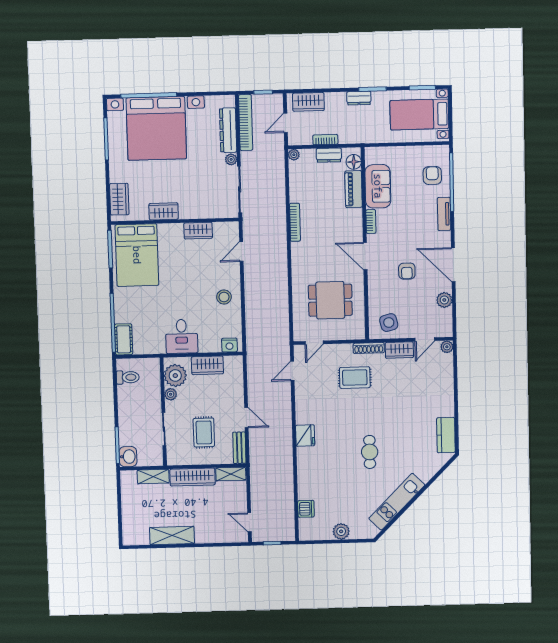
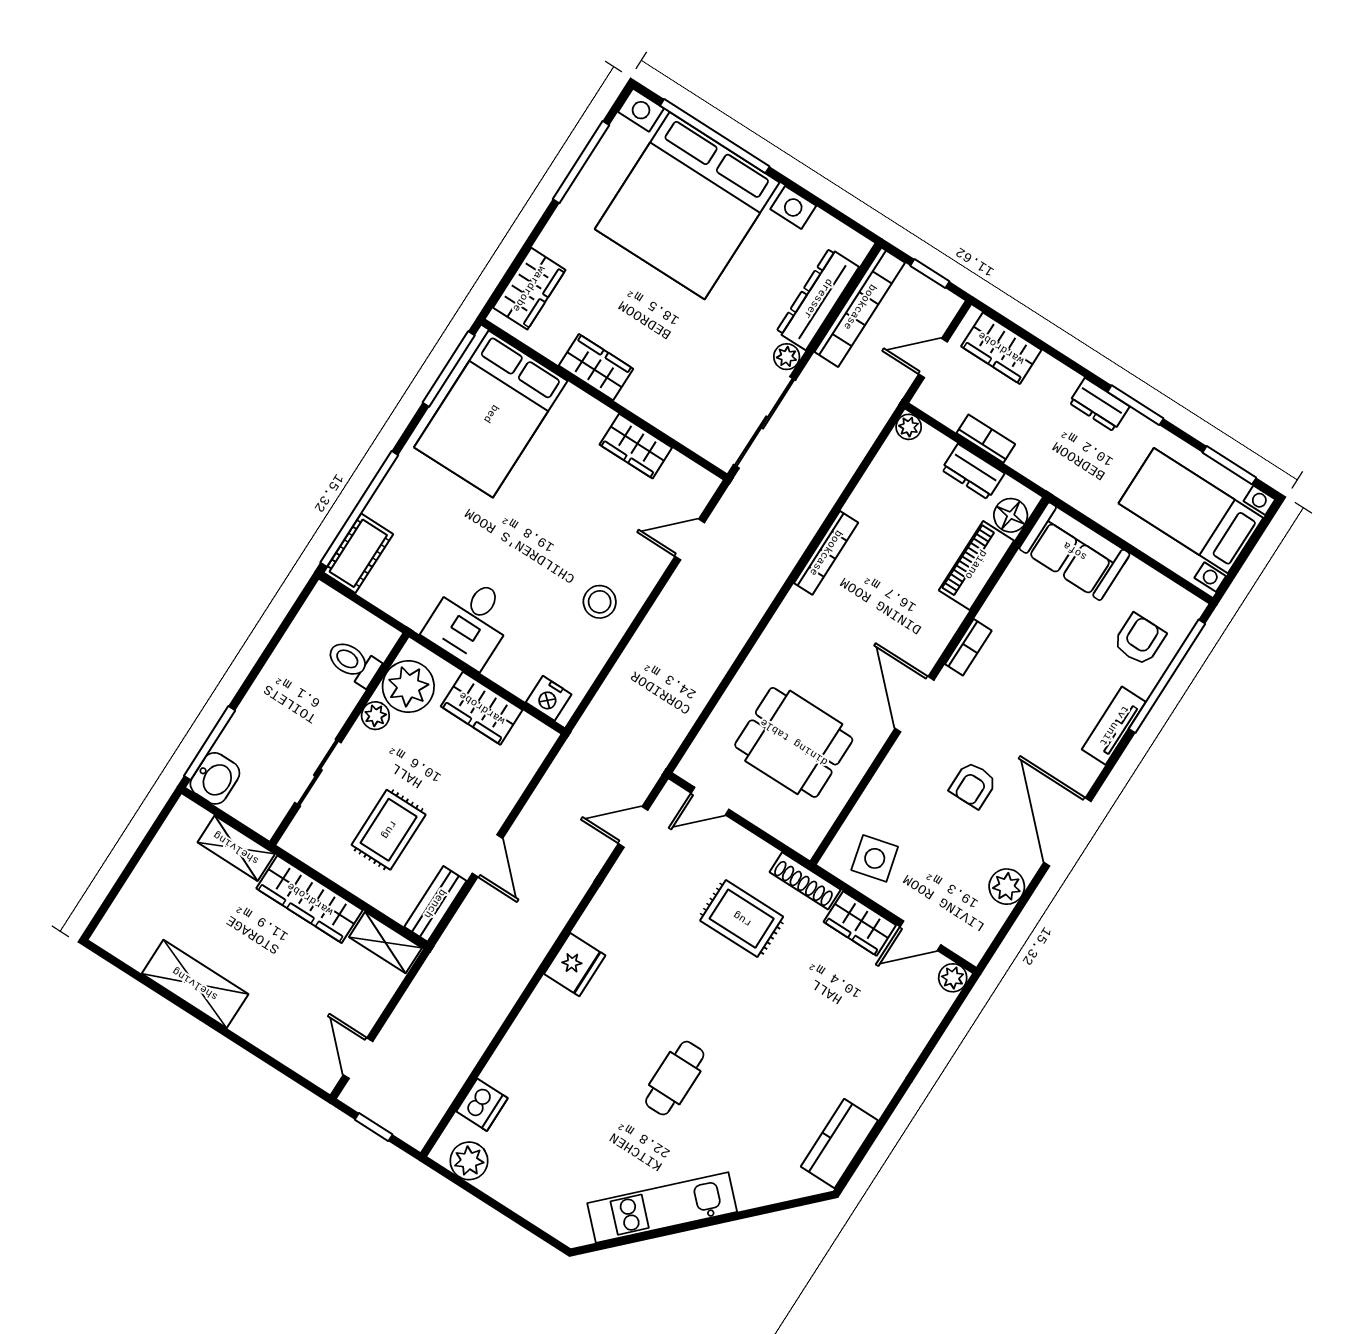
sofa: (378, 186) -> (1075, 551), moved, turned 90
toilet: (128, 377) -> (353, 663), moved, turned 180
plant: (341, 531) -> (469, 1161), moved

